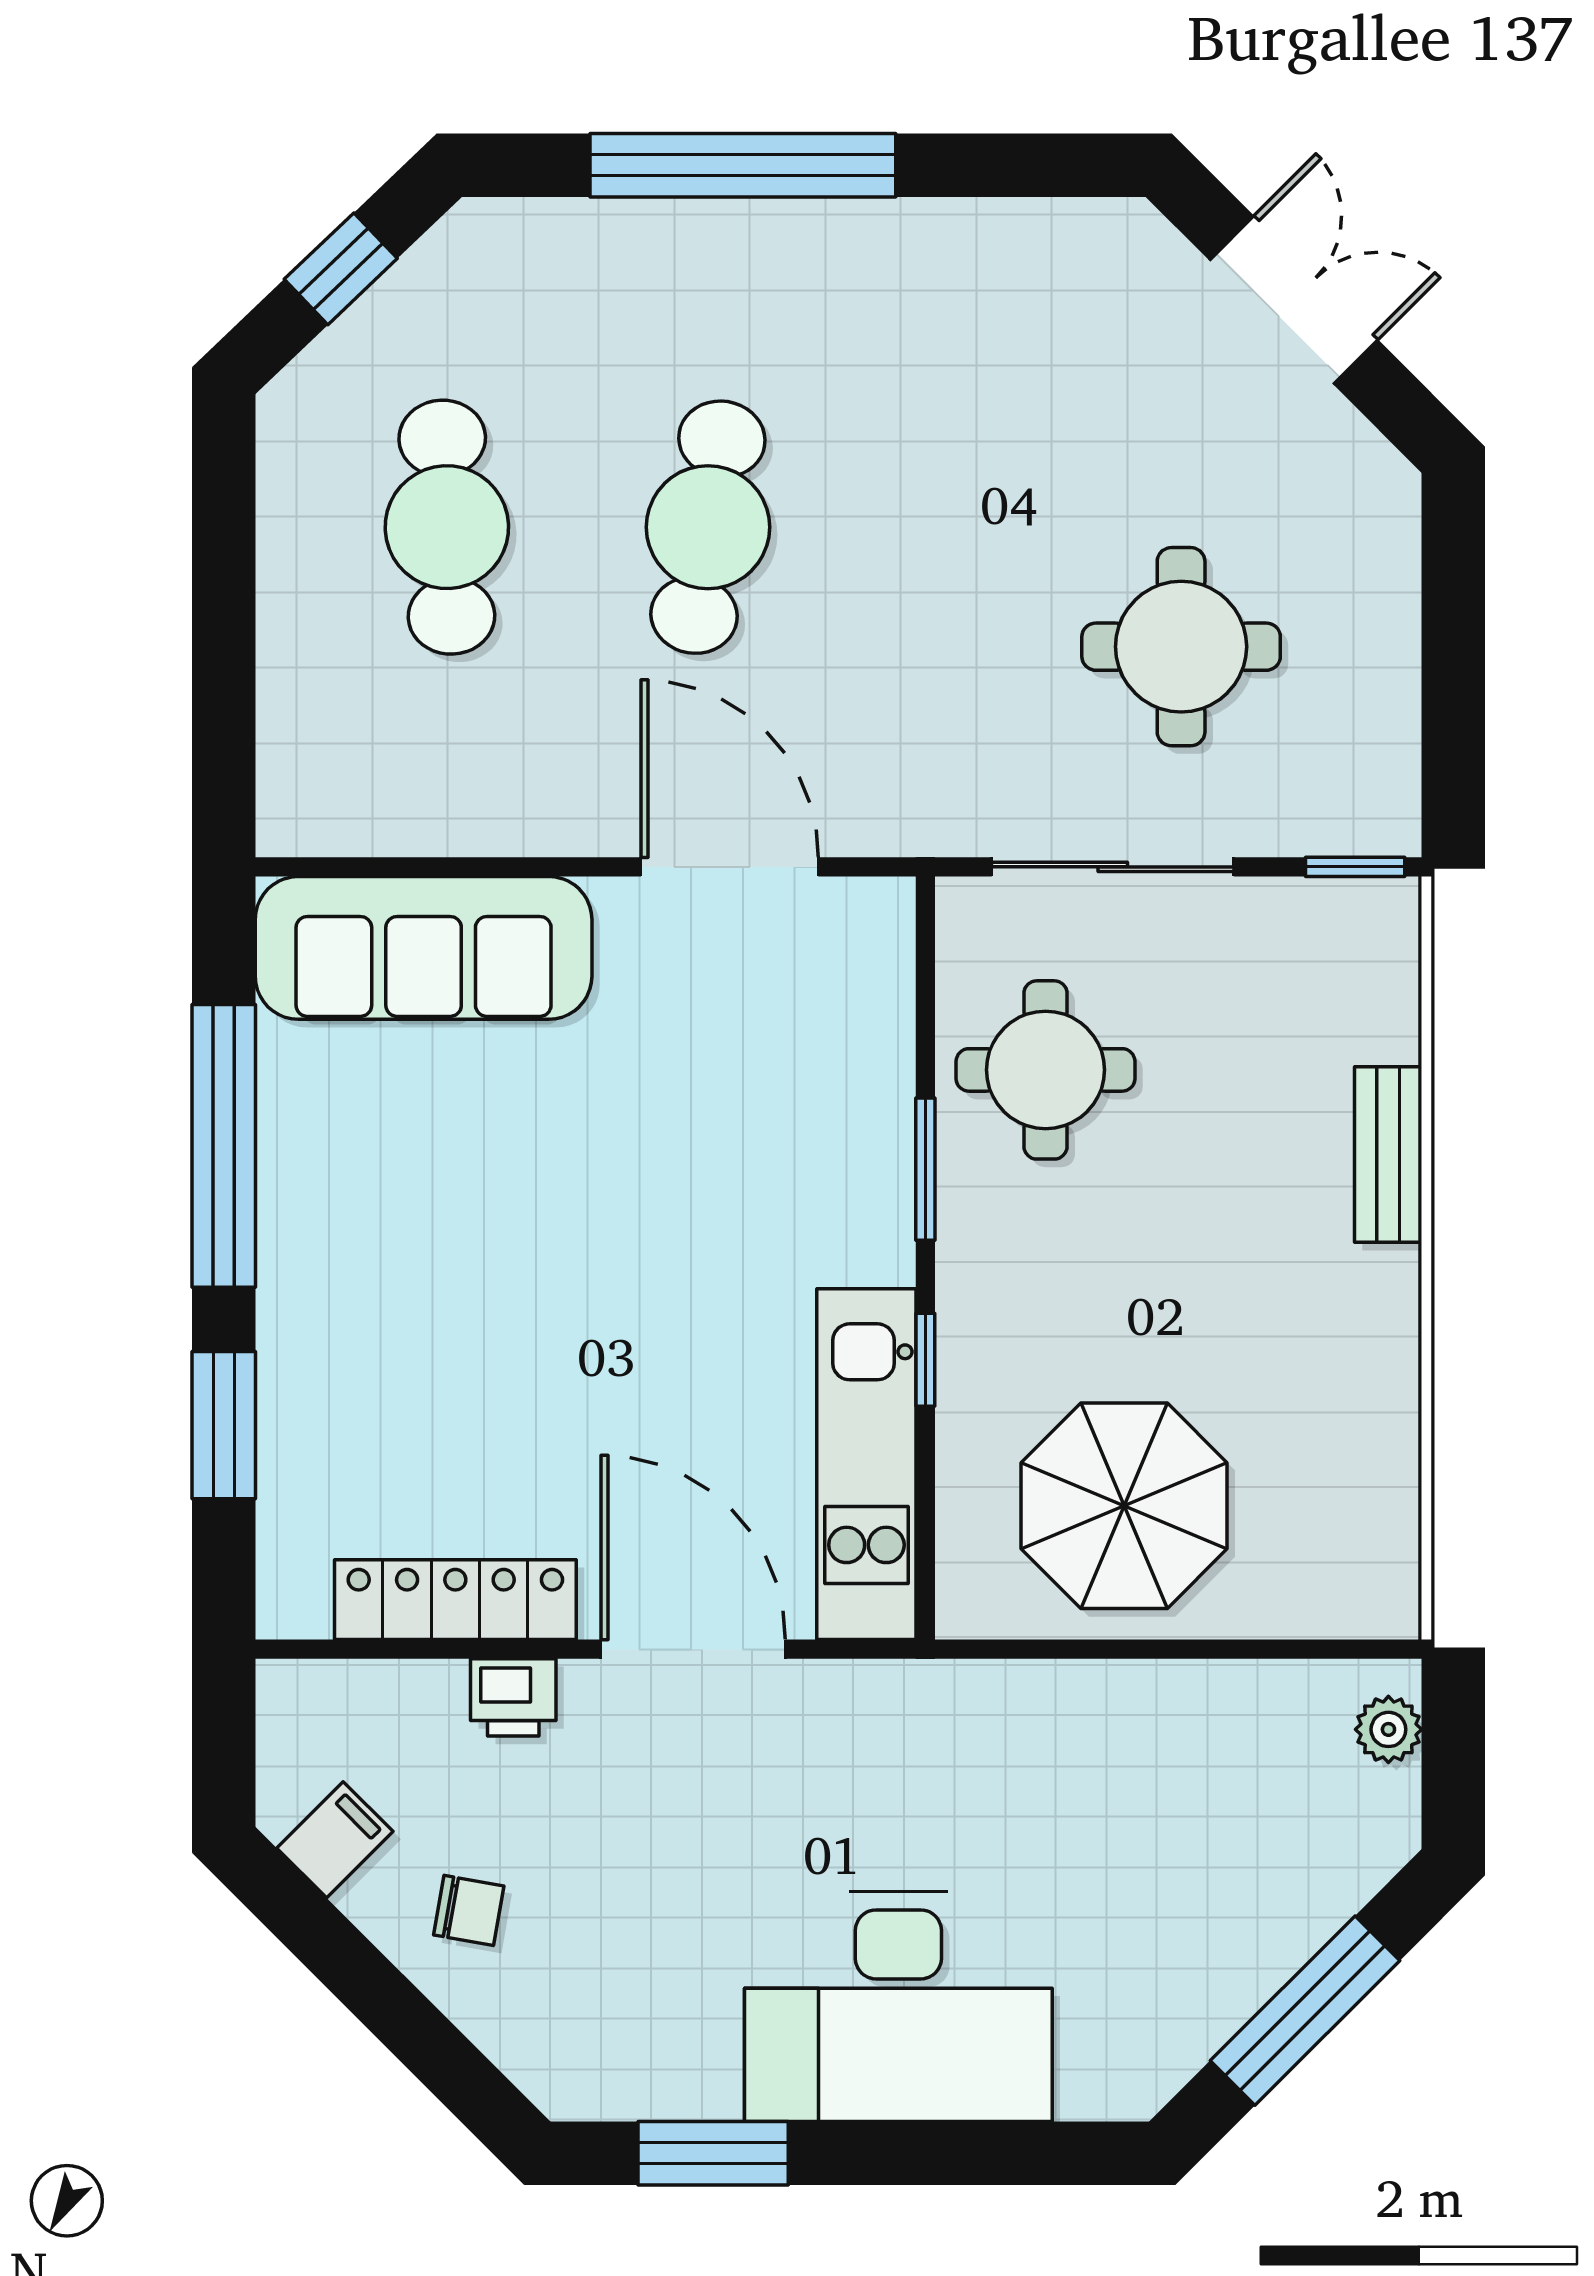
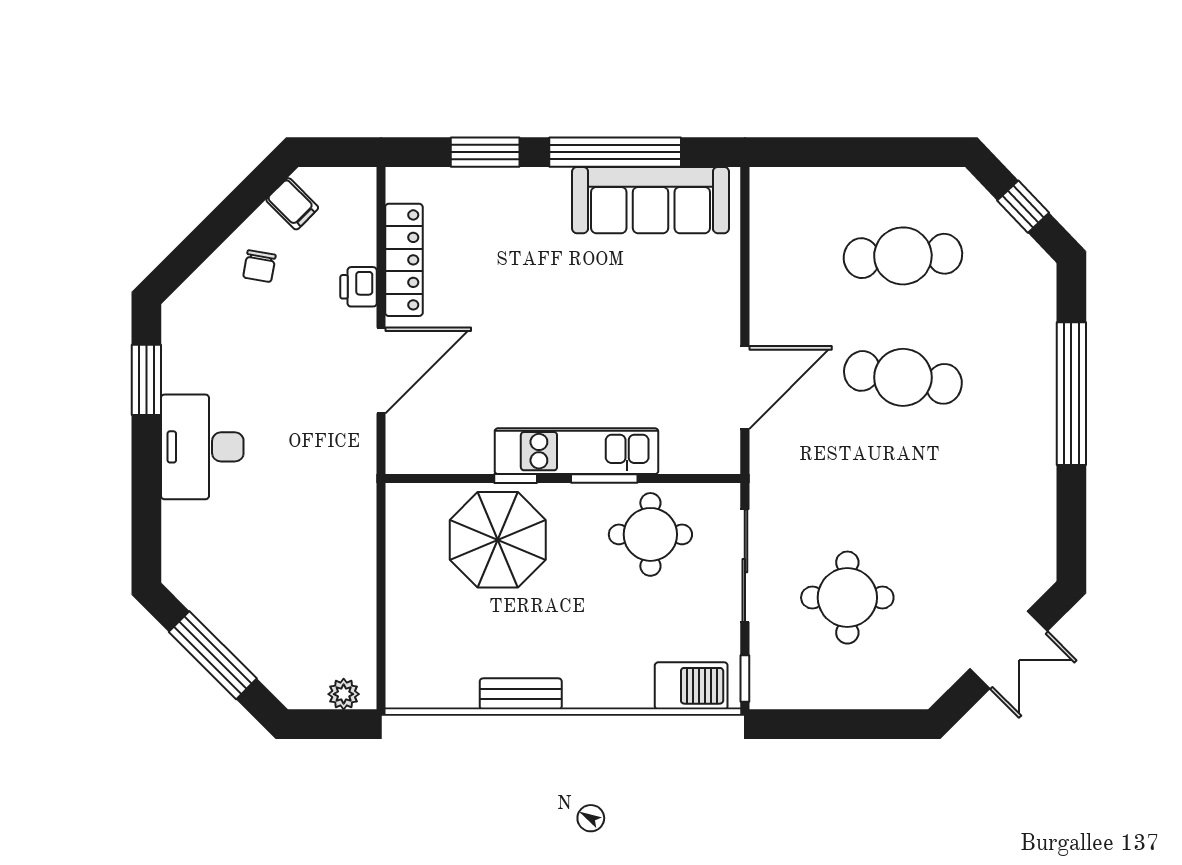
sofa: (424, 948) -> (651, 200), moved, turned -90
barbecue: (1371, 982) -> (691, 686), added
bench: (1388, 1155) -> (521, 694), moved
kitchen unit: (866, 1464) -> (576, 451), moved
parasol: (1124, 1506) -> (498, 540), moved
desk: (898, 2007) -> (202, 447), width x0.73, depth x0.77

